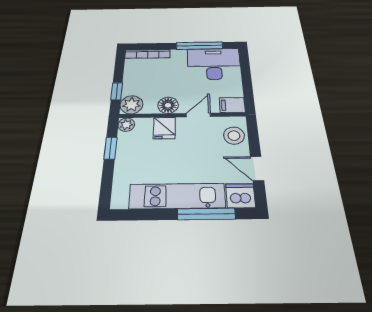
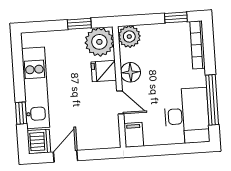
window: (117, 91) -> (176, 17), moved
plant: (126, 125) -> (99, 42), width x1.88, depth x1.88
stool: (234, 136) -> (99, 136), removed
window: (206, 214) -> (21, 113), width x0.46

